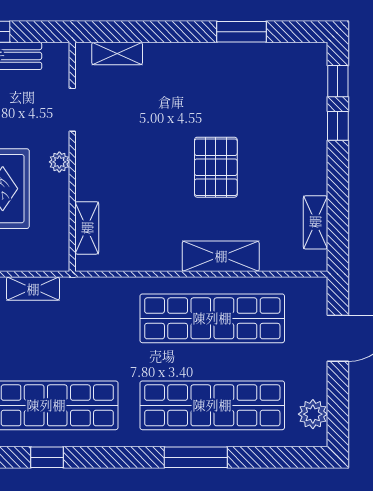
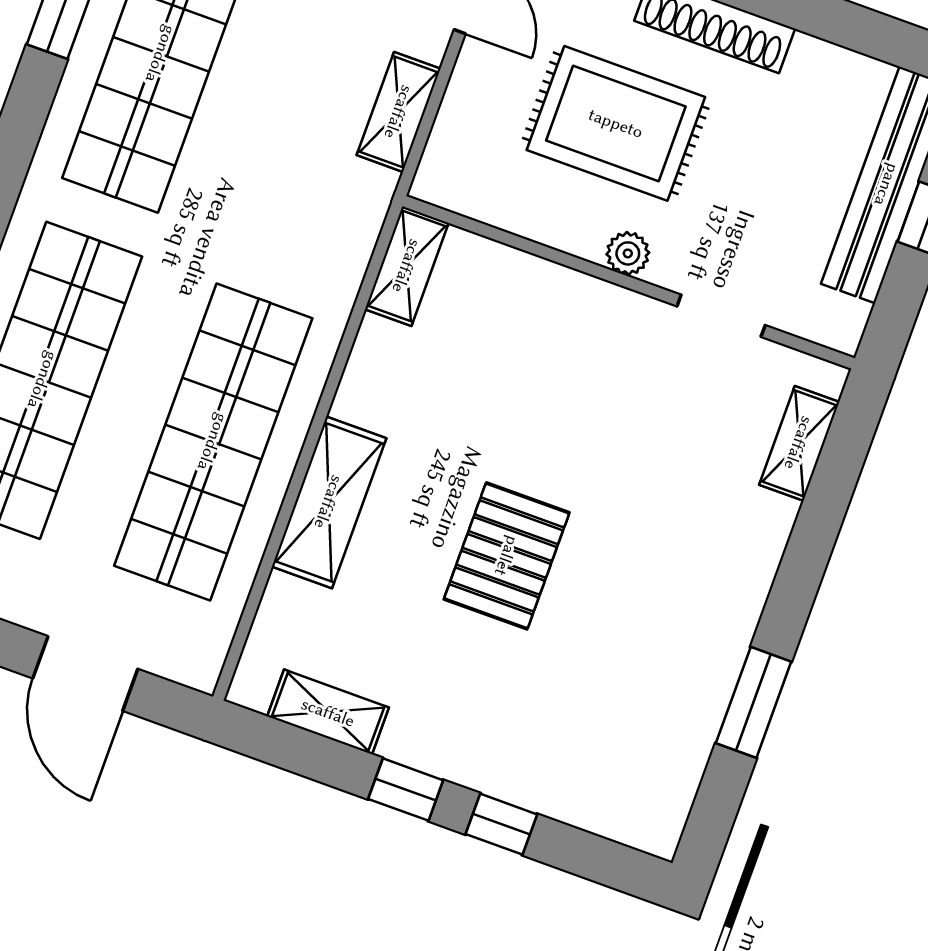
window: (338, 81) -> (406, 790), moved
pallet: (216, 167) -> (507, 556), turned 90
shelving: (87, 228) -> (407, 266), moved, turned 90

